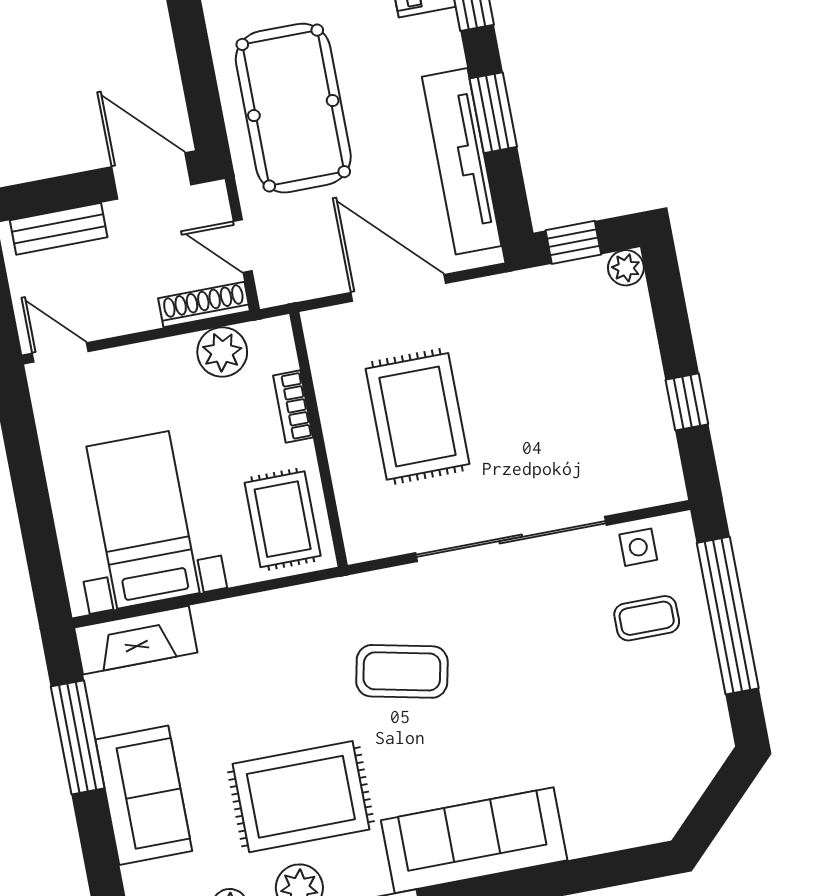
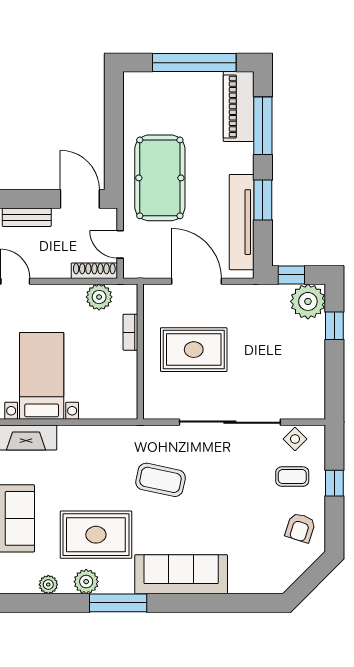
plant: (626, 268) -> (308, 301), width x1.88, depth x1.88
window: (687, 402) -> (334, 326), moved
rug: (417, 416) -> (194, 350), turned 90
rug: (283, 519) -> (114, 389), removed
side table: (638, 547) -> (295, 439), turned 45
window: (728, 616) -> (334, 483), width x0.32
armchair: (680, 711) -> (300, 528), added

